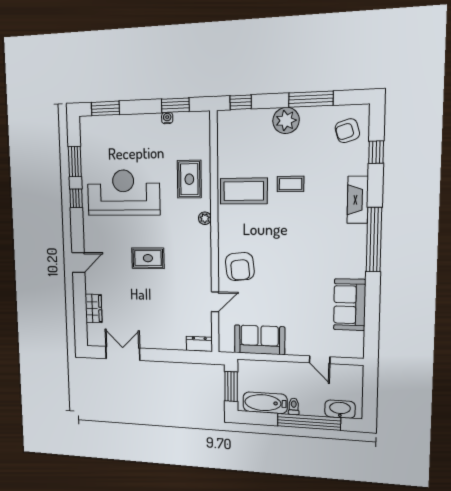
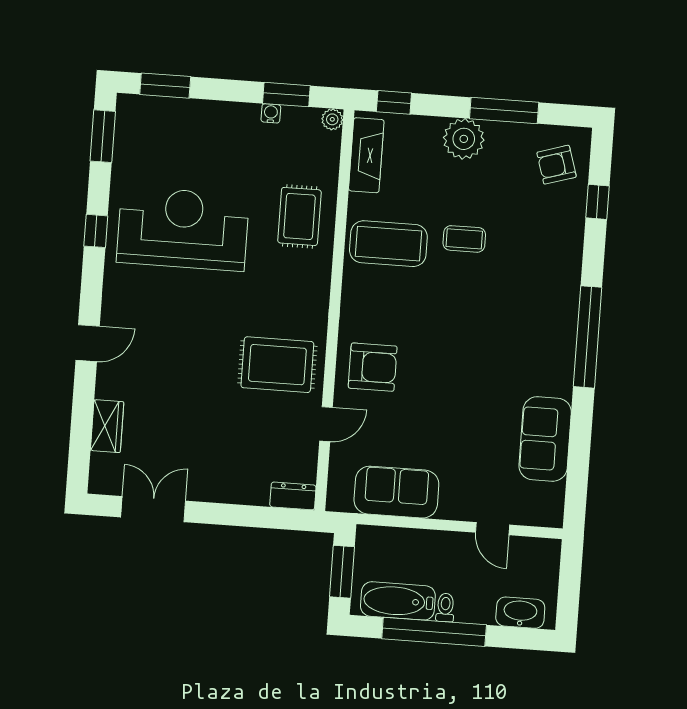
window: (75, 162) -> (103, 136), moved
fireplace: (358, 200) -> (366, 155), moved, turned 180
plant: (205, 218) -> (332, 119), moved
rug: (148, 258) -> (277, 365), moved, width x1.36, depth x1.43
armchair: (240, 267) -> (373, 367), turned -84
window: (309, 422) -> (434, 632), moved

